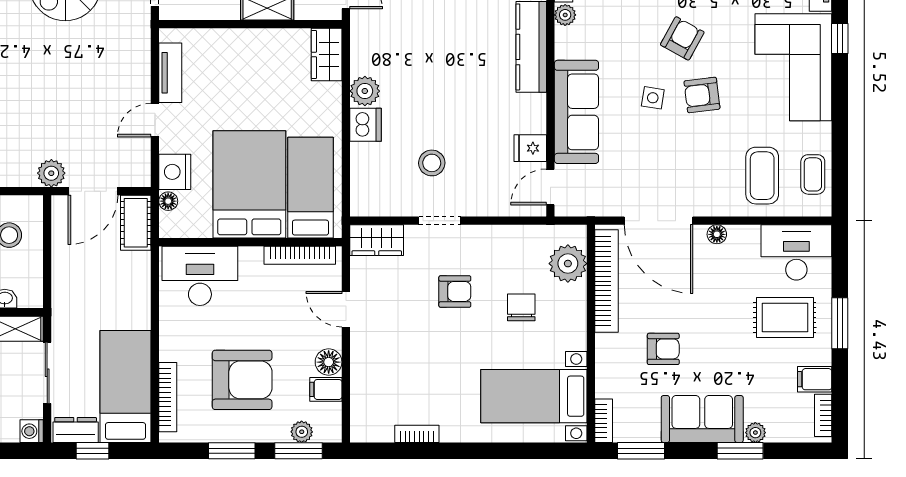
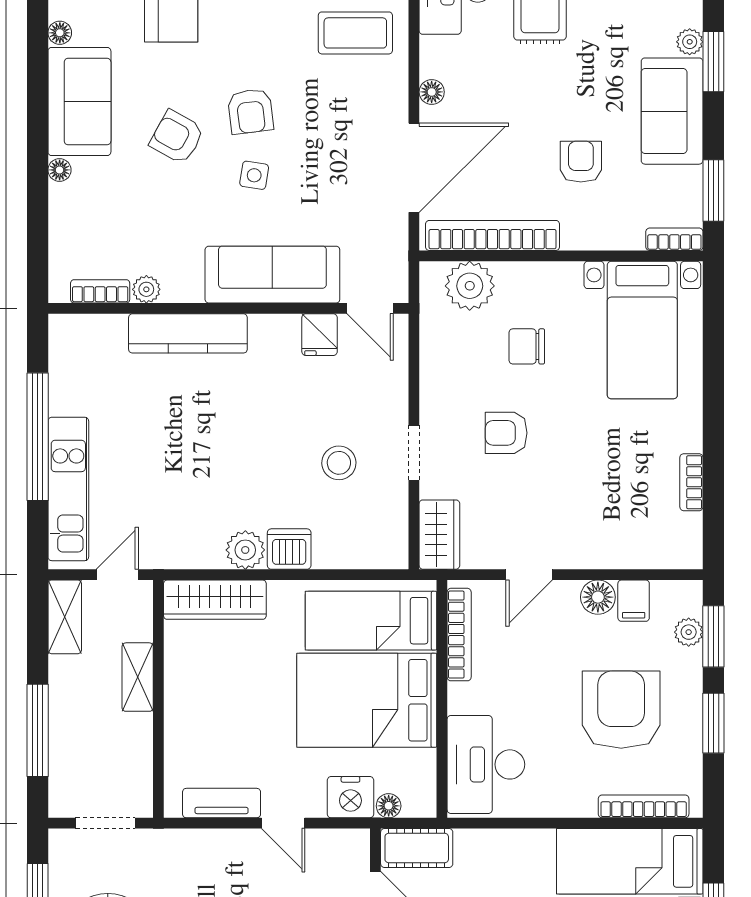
wardrobe: (327, 54) -> (215, 600), width x1.50
armchair: (455, 291) -> (506, 433), turned -90

